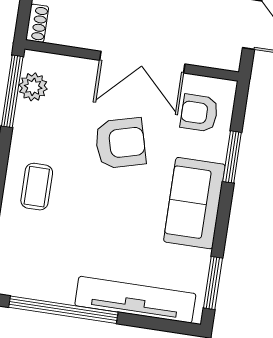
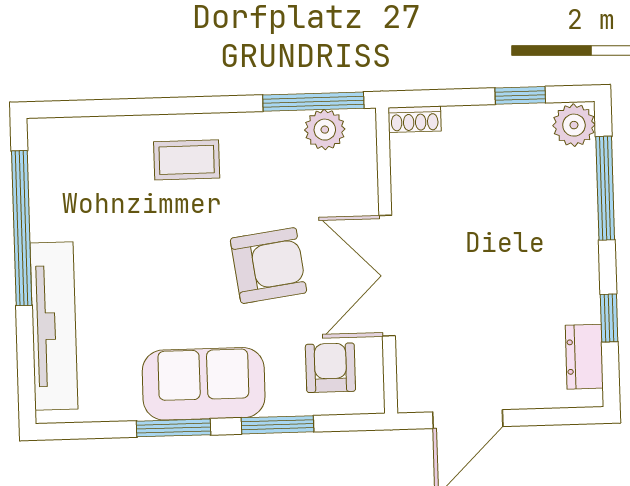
armchair: (120, 143) -> (268, 266), turned -83
window: (213, 283) -> (174, 428), moved

